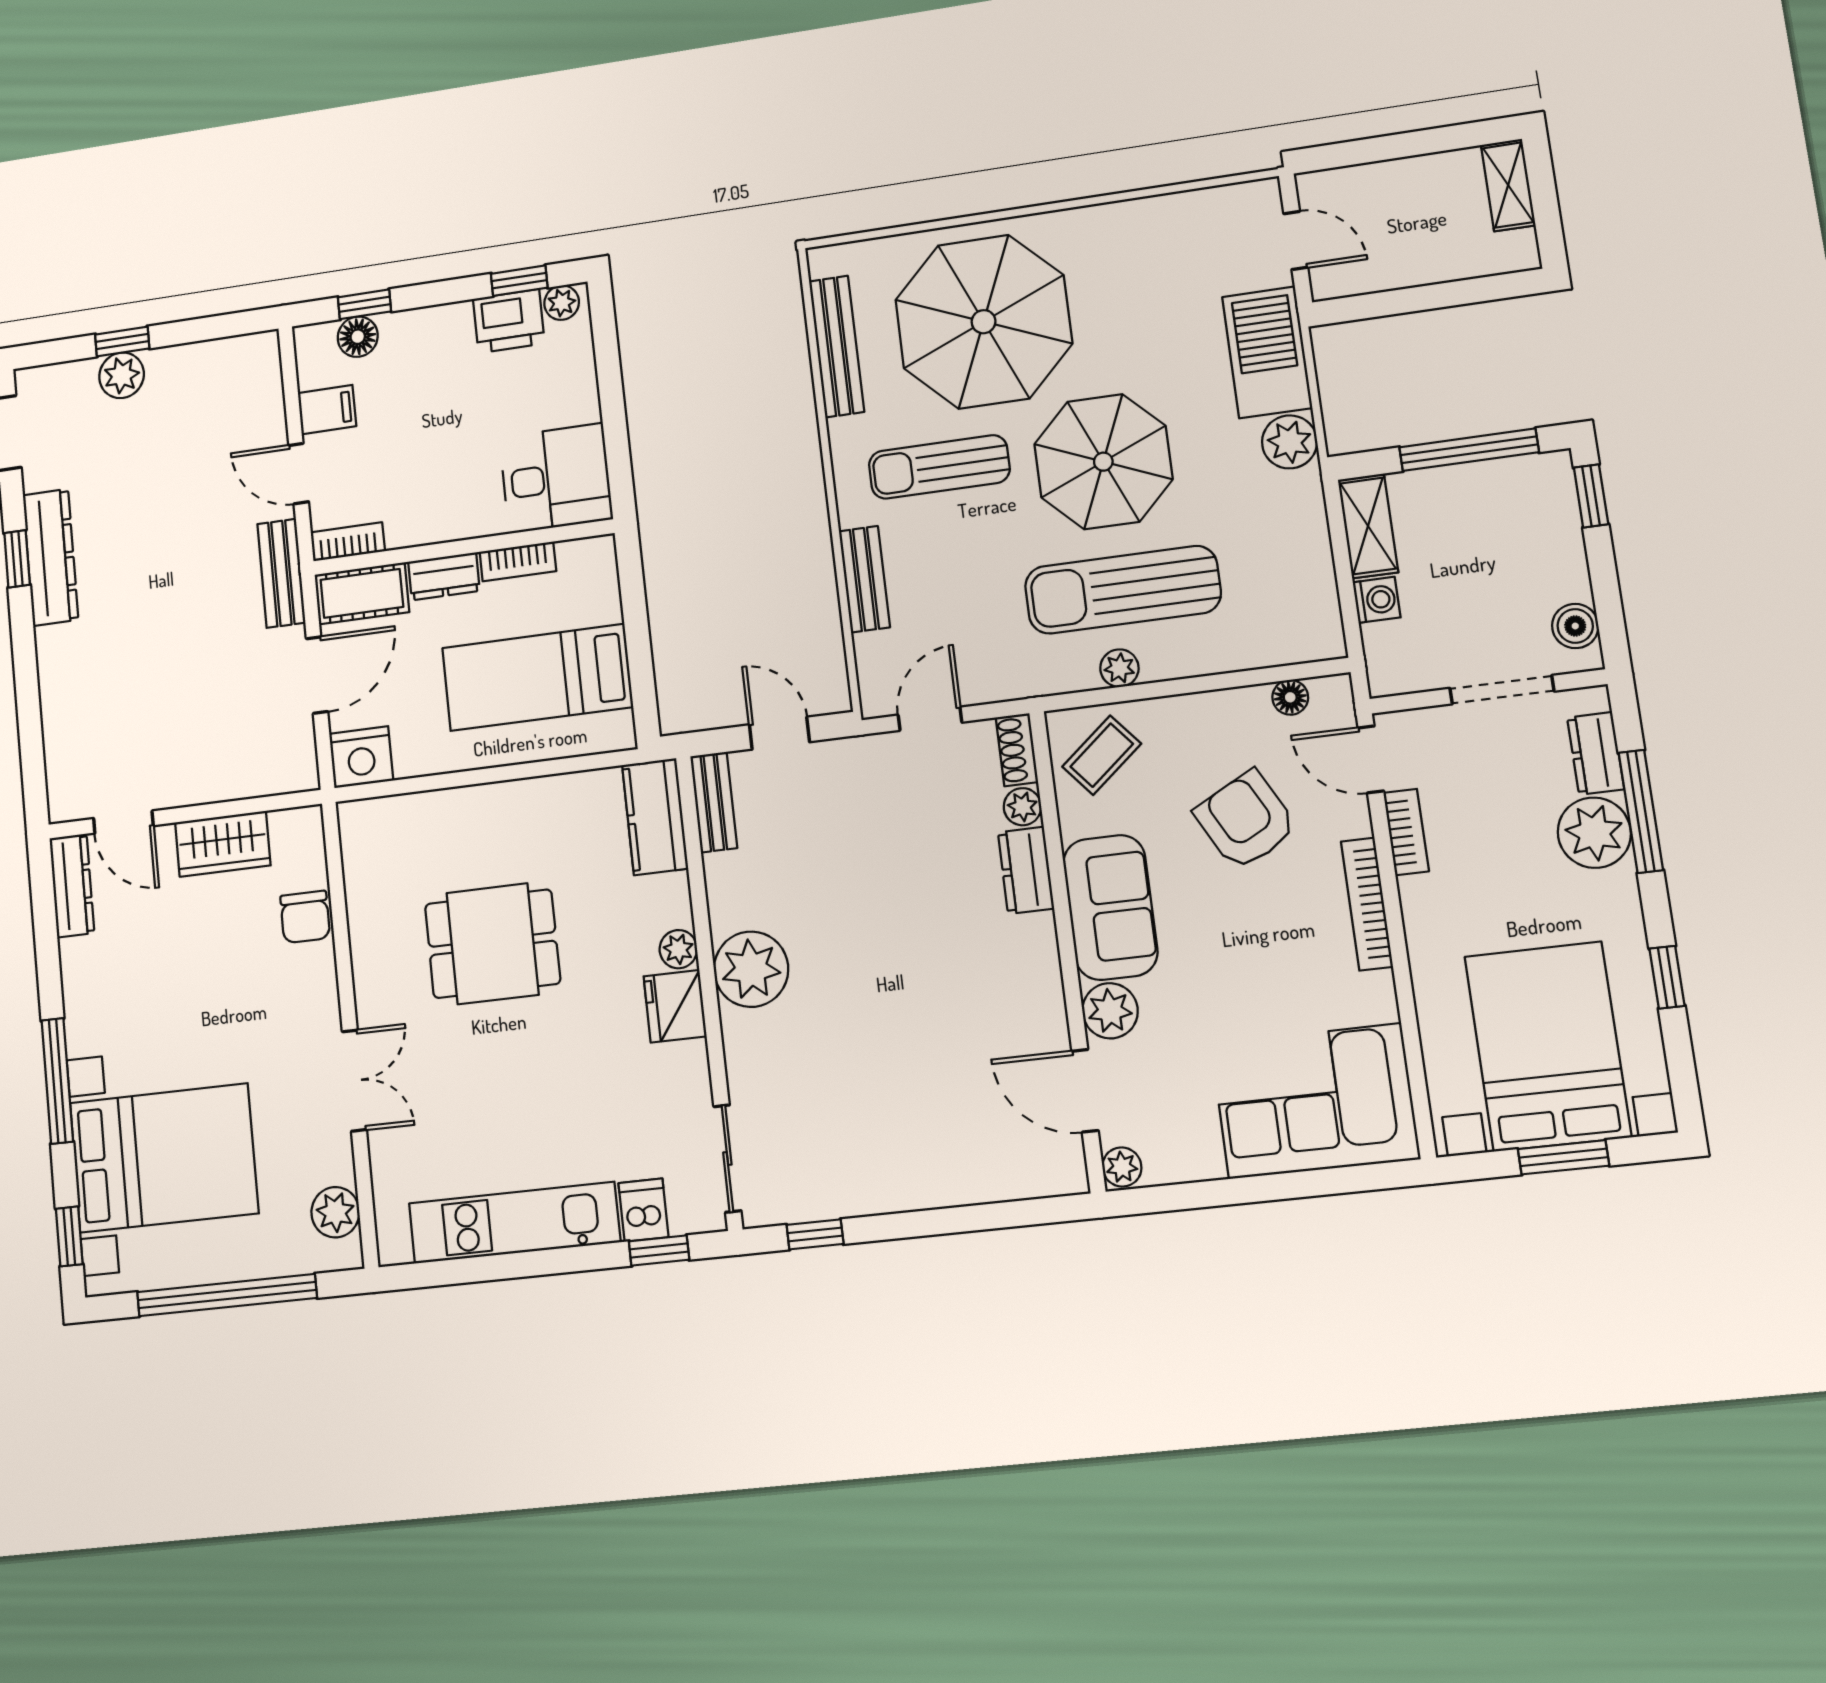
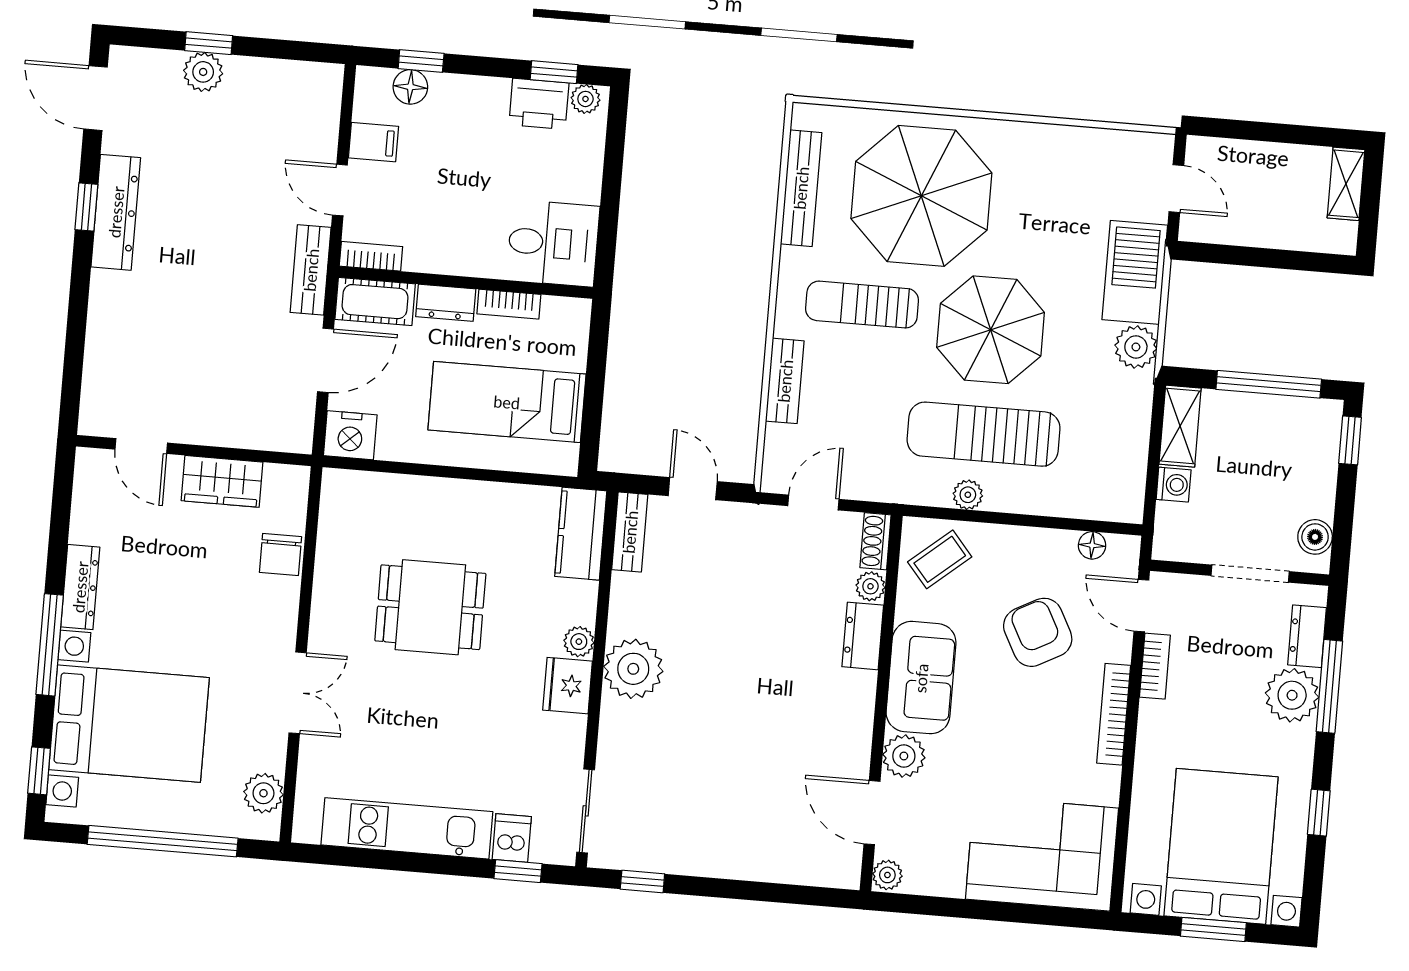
dresser: (72, 886) -> (80, 587), moved

